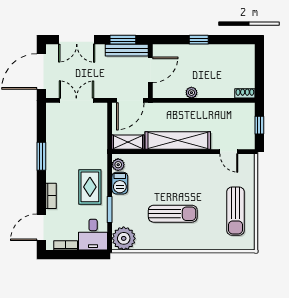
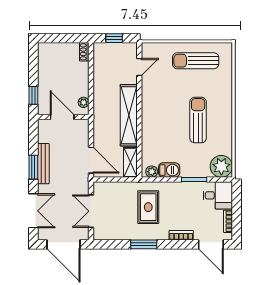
door: (150, 70) -> (62, 117), moved
wall: (150, 71) -> (63, 117), moved
rug: (90, 187) -> (148, 207), moved, turned 90
sun lounger: (236, 211) -> (196, 61), turned 180

